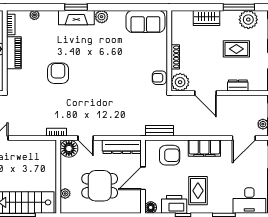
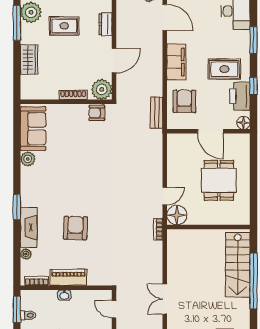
plant: (102, 17) -> (28, 159), moved
fireplace: (76, 18) -> (29, 227), moved
rug: (236, 49) -> (64, 26), turned 90
armchair: (58, 73) -> (75, 228), moved, turned 92
armchair: (159, 78) -> (97, 113), turned 90
dresser: (122, 147) -> (175, 155), removed
plant: (65, 194) -> (228, 219), removed

